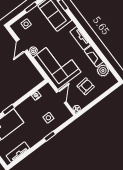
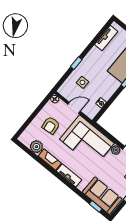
door: (61, 97) -> (74, 108), swing flipped

